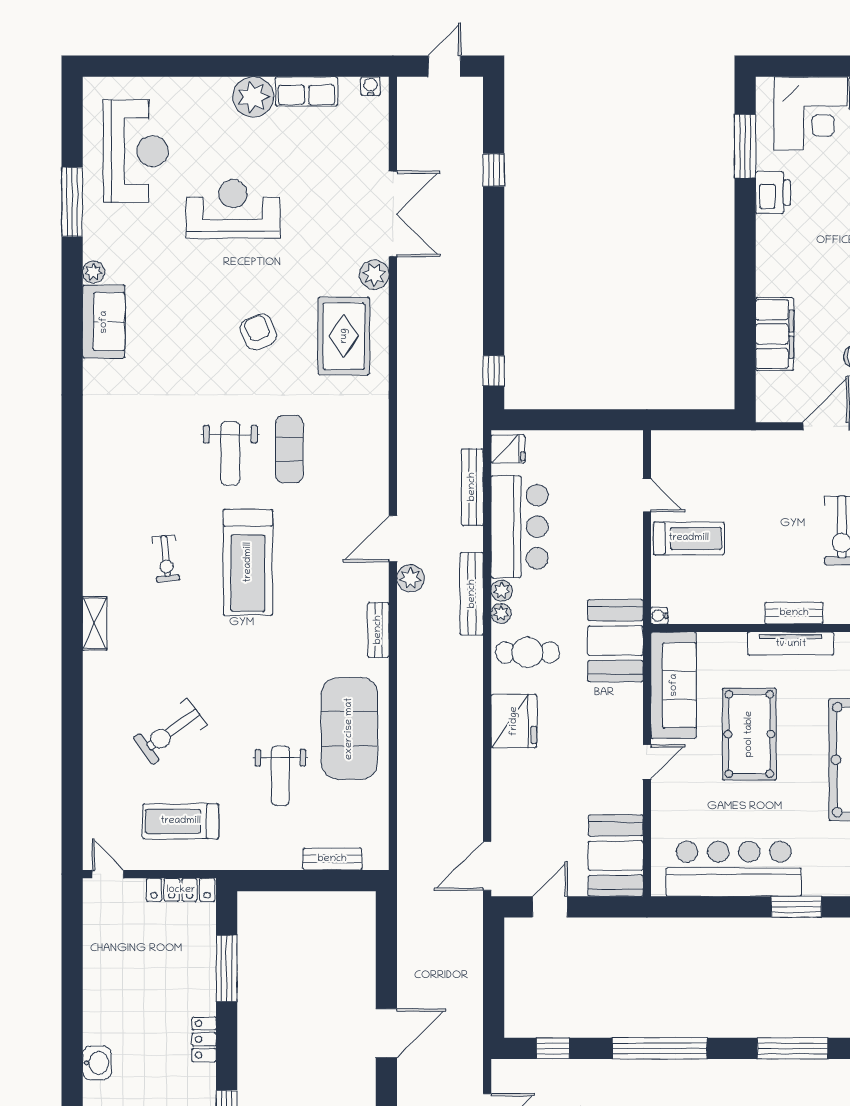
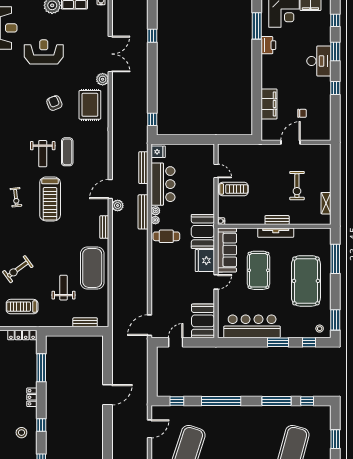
fridge: (514, 721) -> (205, 261), moved, turned 180
weight bench: (280, 776) -> (63, 288), turned 180

